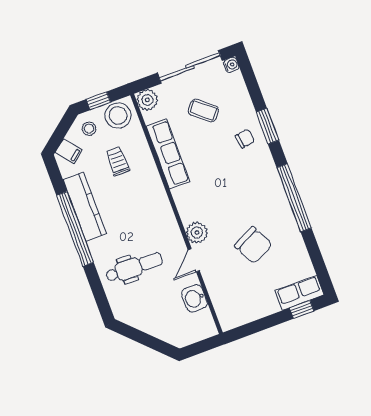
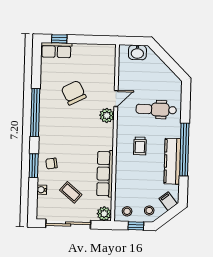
water cooler: (231, 65) -> (42, 190), moved
stool: (118, 115) -> (127, 211), width x0.53, depth x0.53
trolley: (118, 161) -> (140, 146), moved
washbasin: (194, 298) -> (137, 52), moved, turned 90

